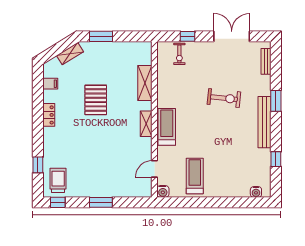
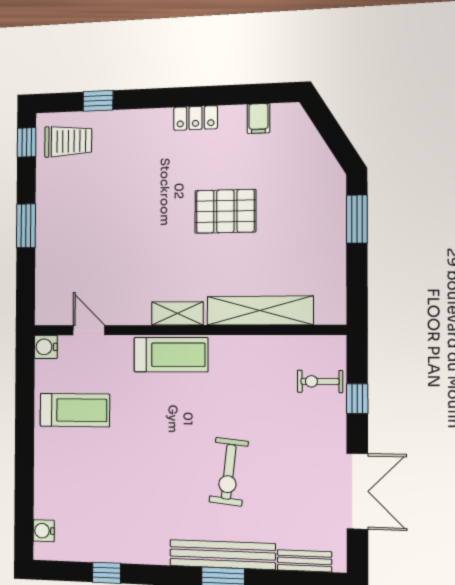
shelving: (70, 54) -> (320, 156), removed
shelving: (145, 83) -> (260, 311), width x1.47
bench: (264, 122) -> (222, 555), moved

